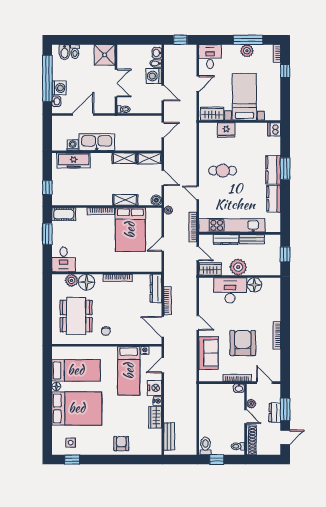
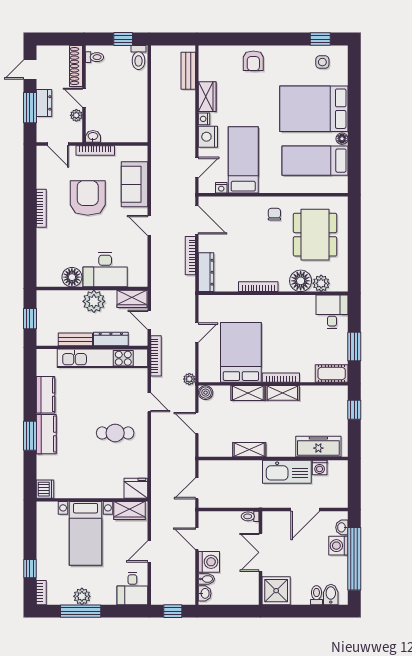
fridge: (226, 130) -> (136, 488), moved
shelving: (149, 158) -> (282, 393), moved
armchair: (243, 343) -> (88, 198), turned 180

